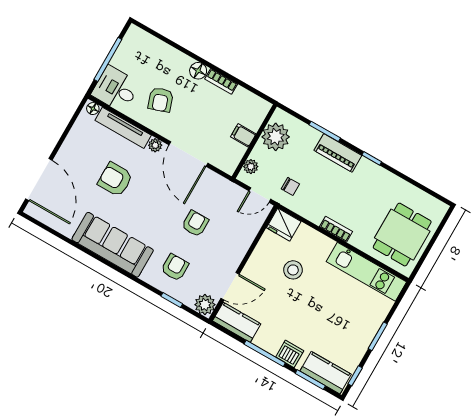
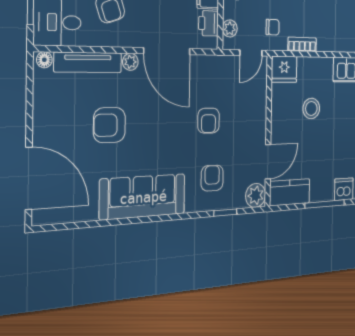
printer: (234, 153) -> (208, 23), added
armchair: (195, 224) -> (209, 121), turned 180
bookcase: (336, 229) -> (302, 44), moved

